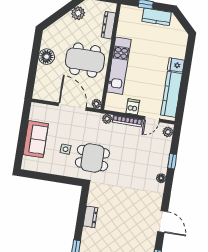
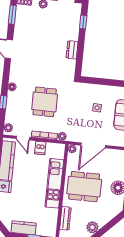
door: (72, 107) -> (93, 145), hinge flipped
door: (152, 119) -> (23, 138), swing flipped
dining table: (92, 158) -> (45, 102), moved, turned 90

